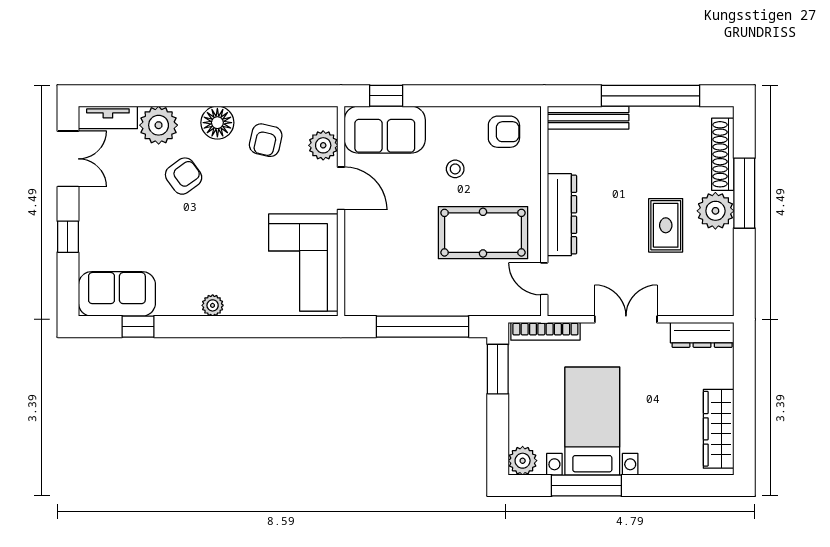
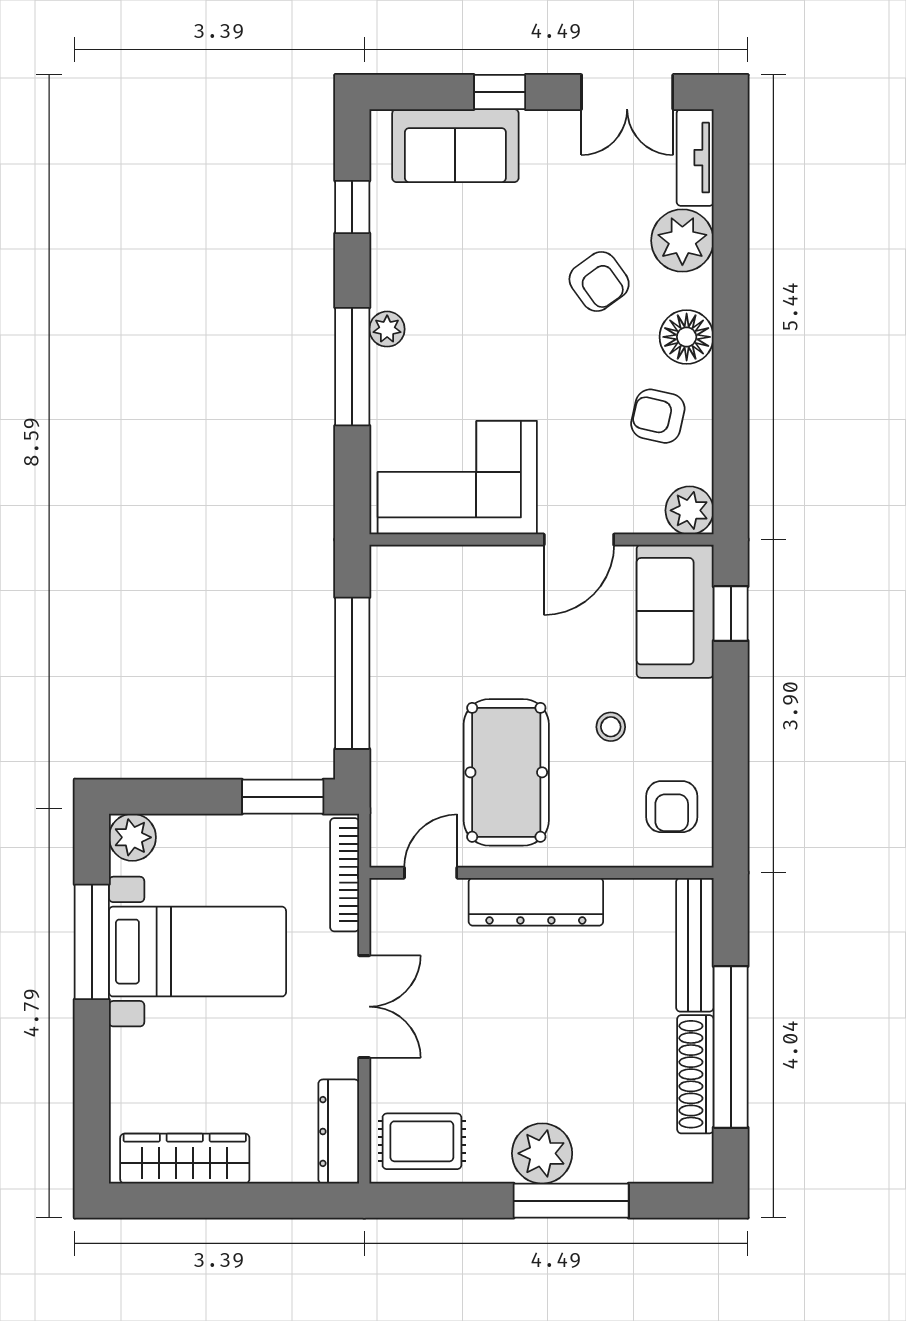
plant: (323, 145) -> (690, 510), moved
shoe rack: (723, 154) -> (695, 1074), moved, turned -90
rug: (666, 225) -> (422, 1141), moved
sofa: (117, 294) -> (455, 146), moved, turned 90
window: (235, 327) -> (352, 367), added

